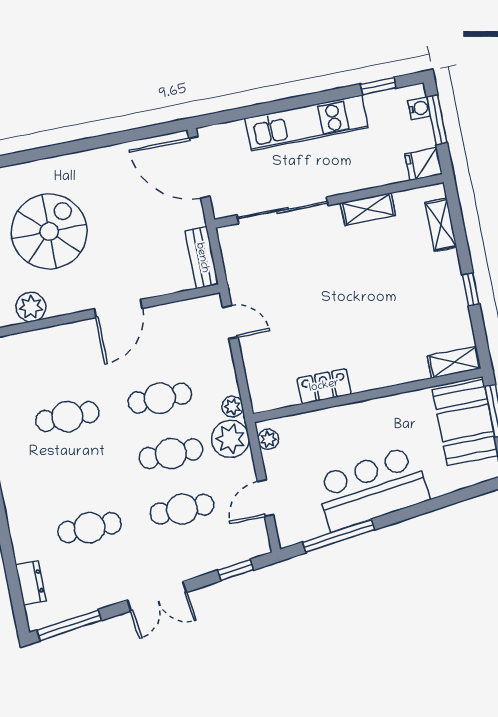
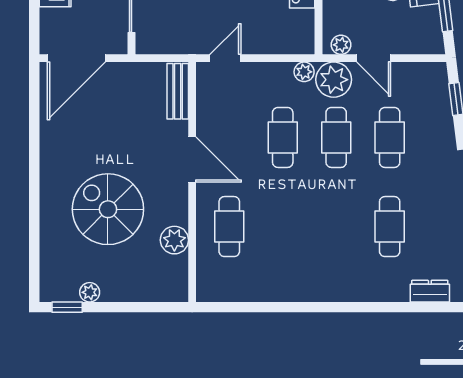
bench: (202, 258) -> (178, 91), moved, turned 90
cafe table: (67, 417) -> (229, 227), moved
door: (265, 498) -> (374, 58), moved

